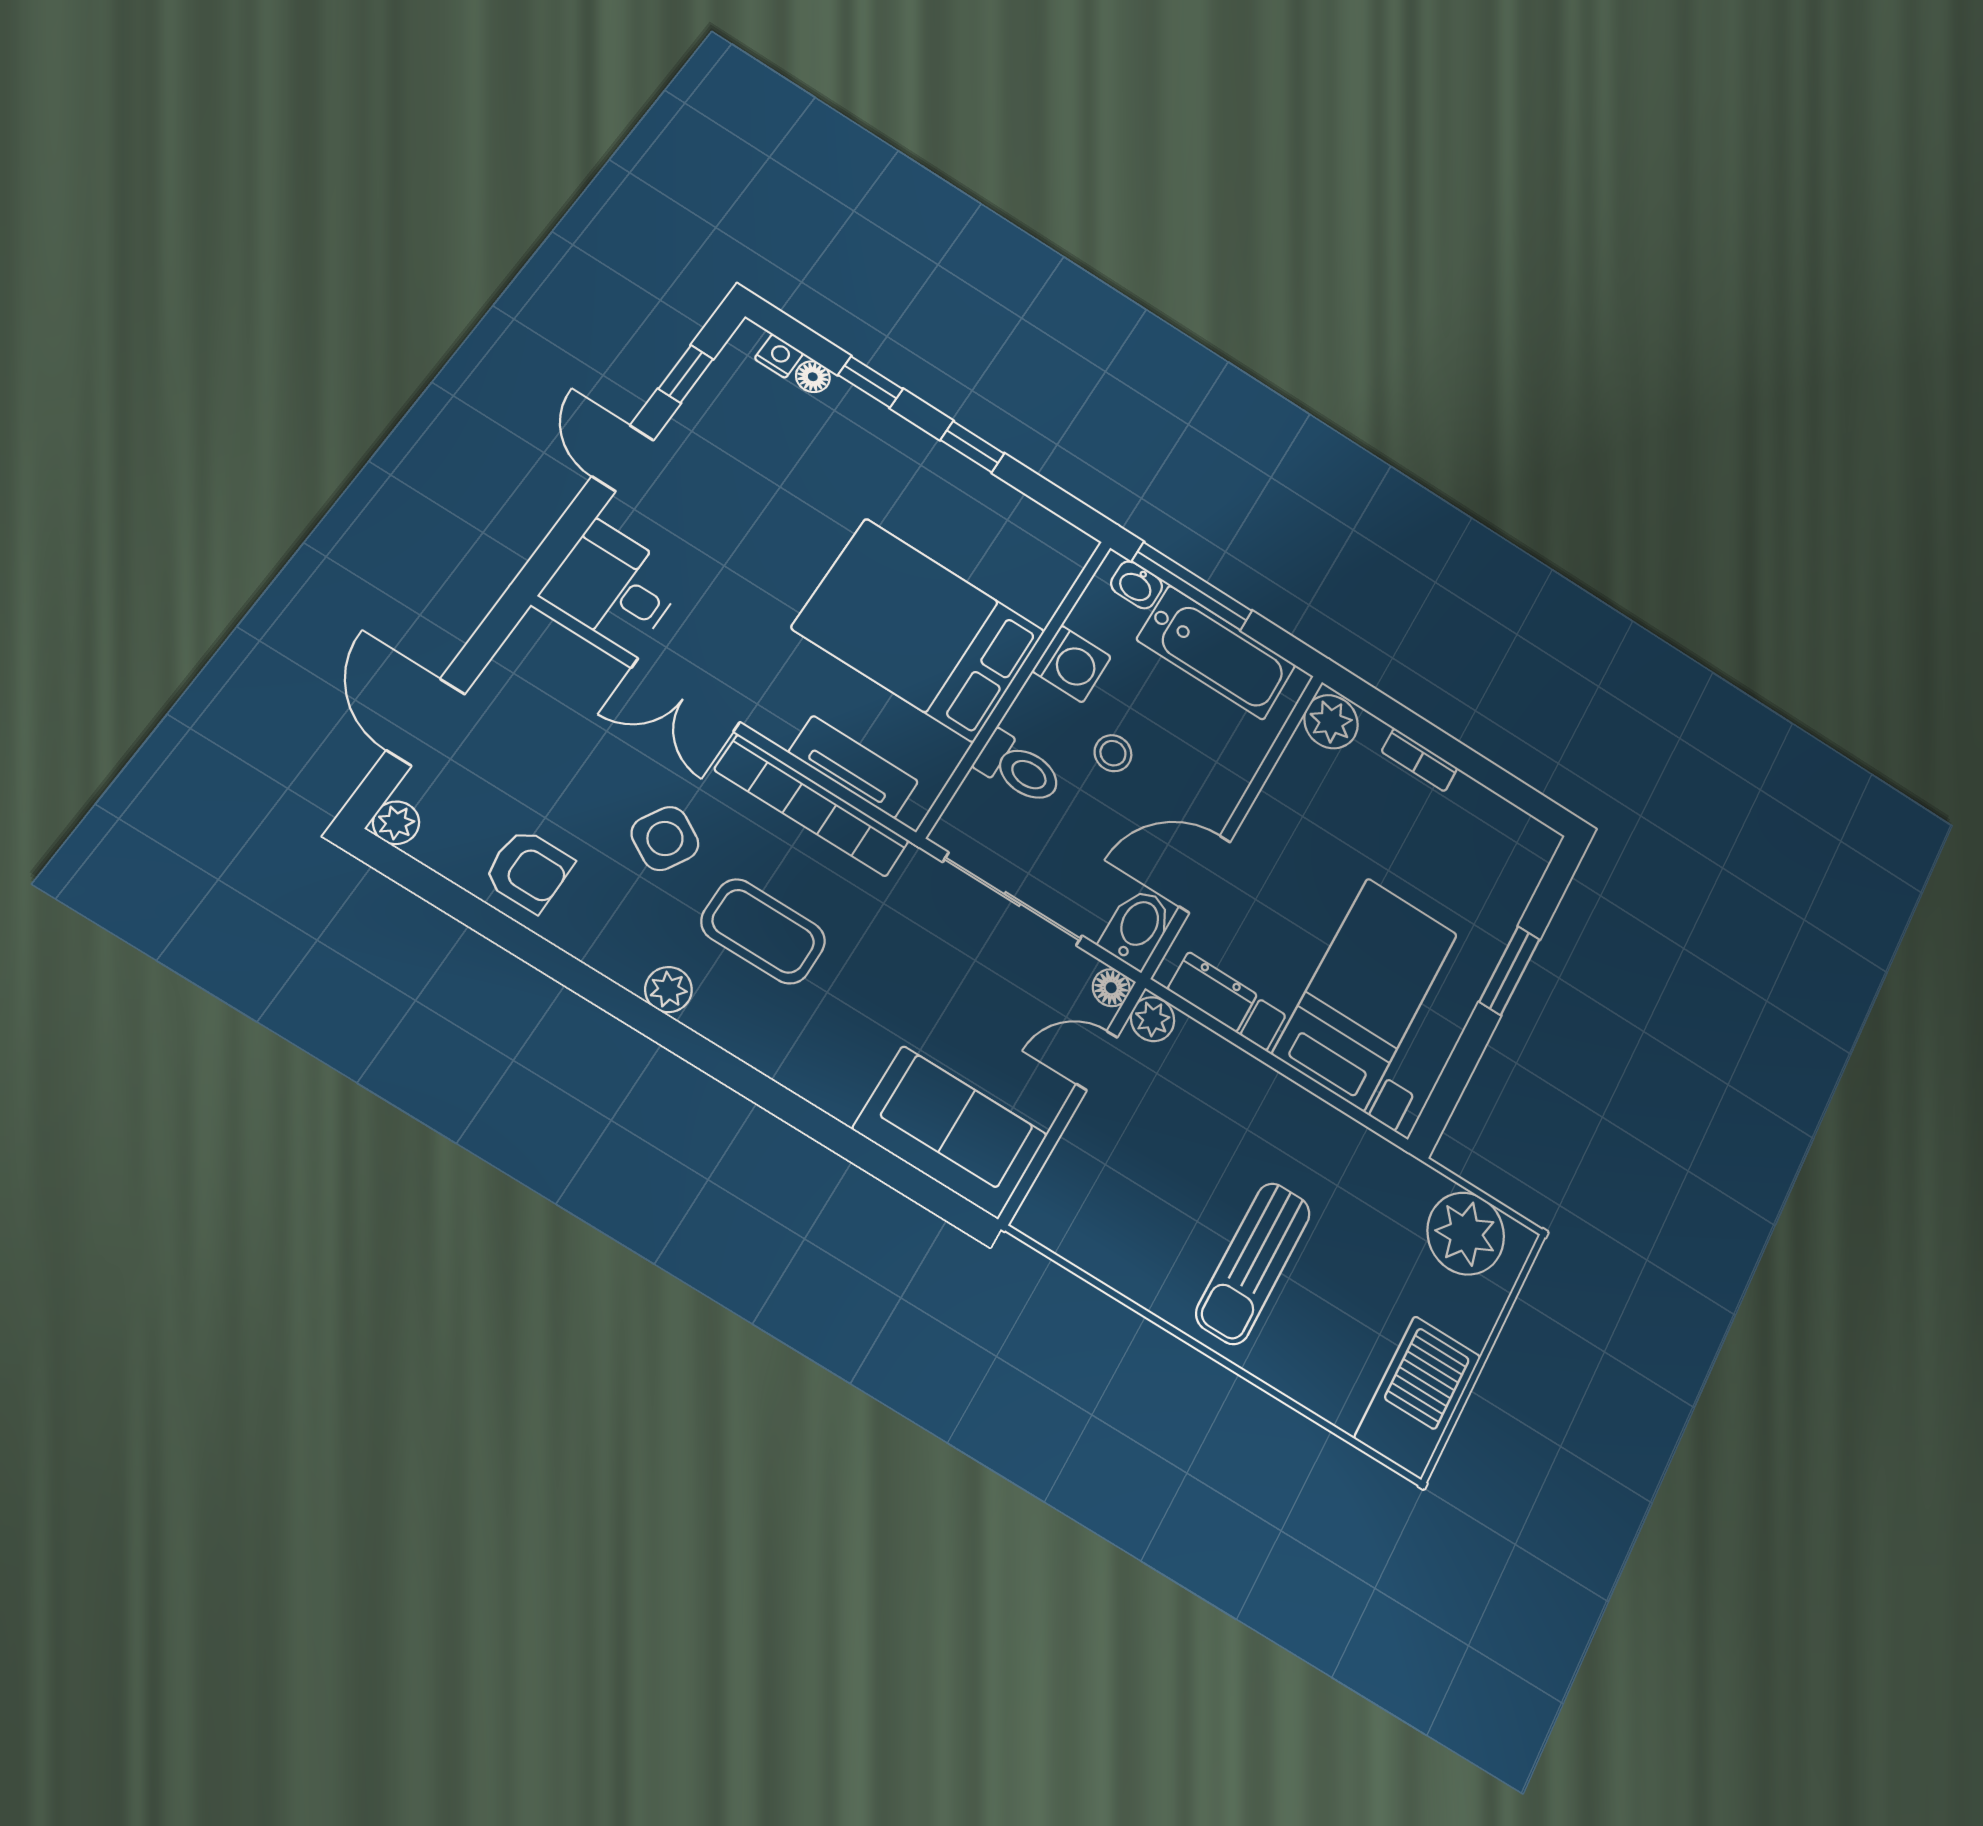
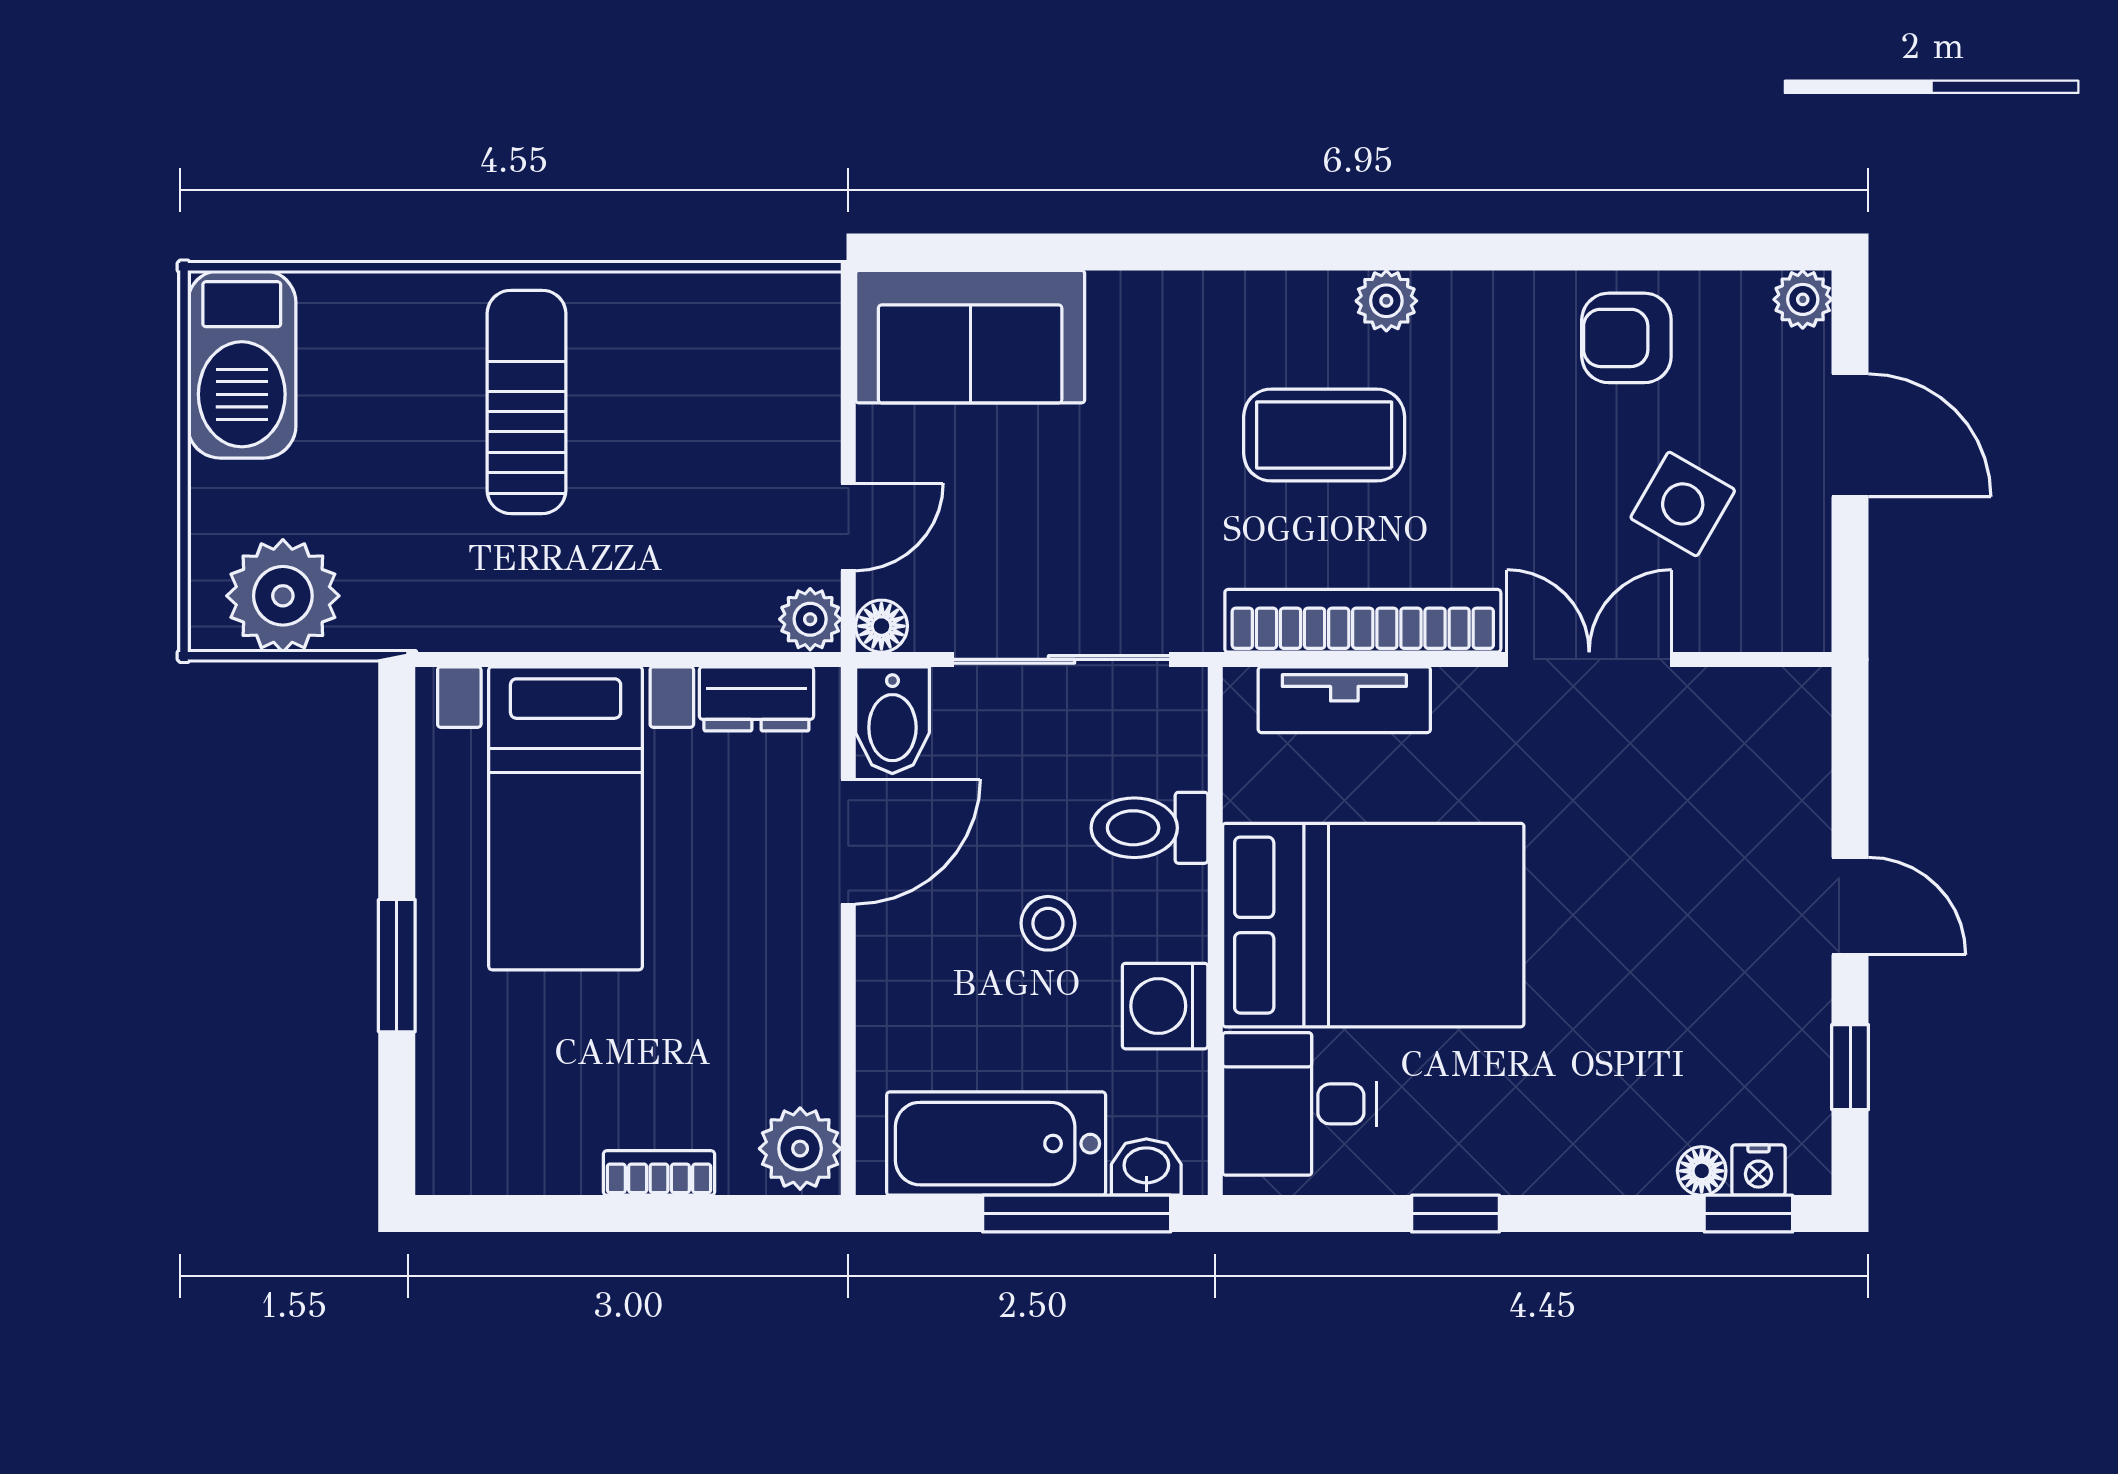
window: (870, 382) -> (1748, 1214), moved
desk: (614, 586) -> (1299, 1104), moved, turned 180
side table: (665, 838) -> (1683, 504), moved

